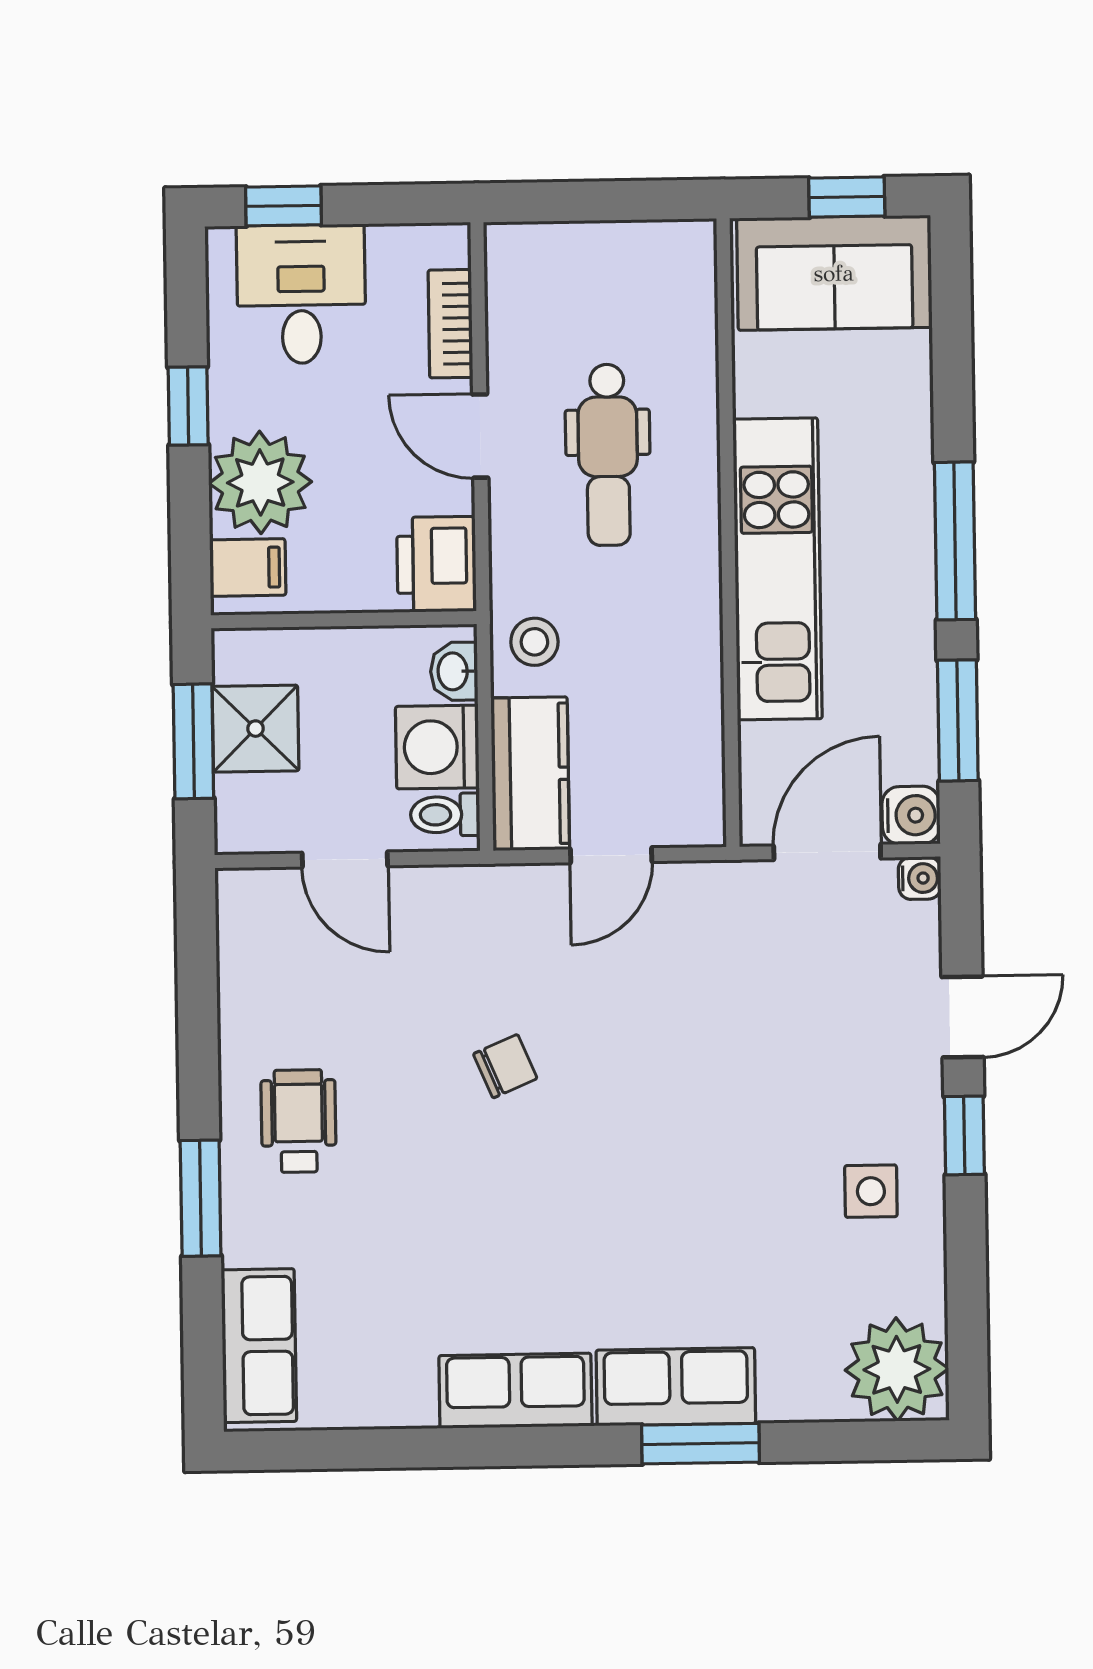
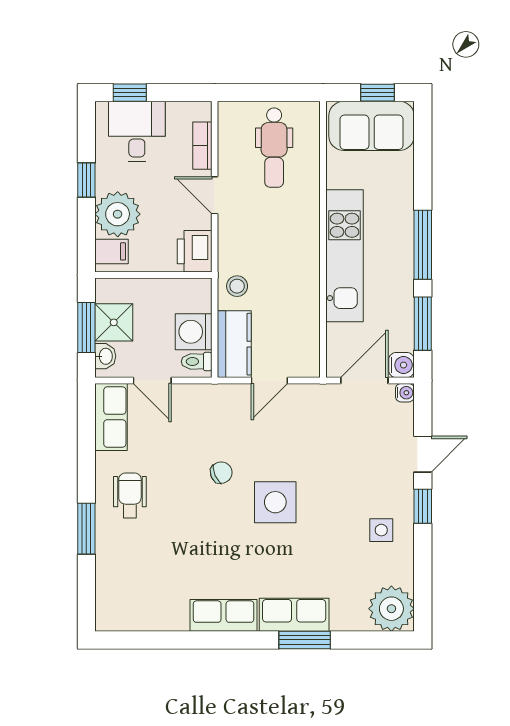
dental chair: (608, 455) -> (274, 148), moved
washbasin: (454, 671) -> (105, 356), moved, turned 180
side table: (629, 1131) -> (275, 502), added
row of seats: (259, 1346) -> (111, 417), moved

